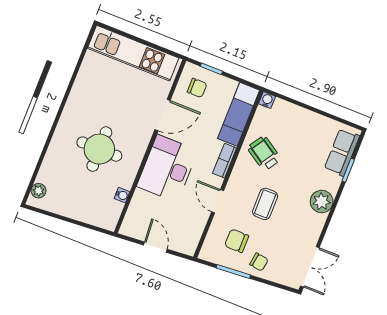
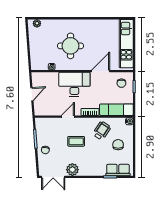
door: (163, 115) -> (101, 71), swing flipped
plant: (322, 201) -> (72, 170), moved
chair: (237, 241) -> (118, 145), moved

